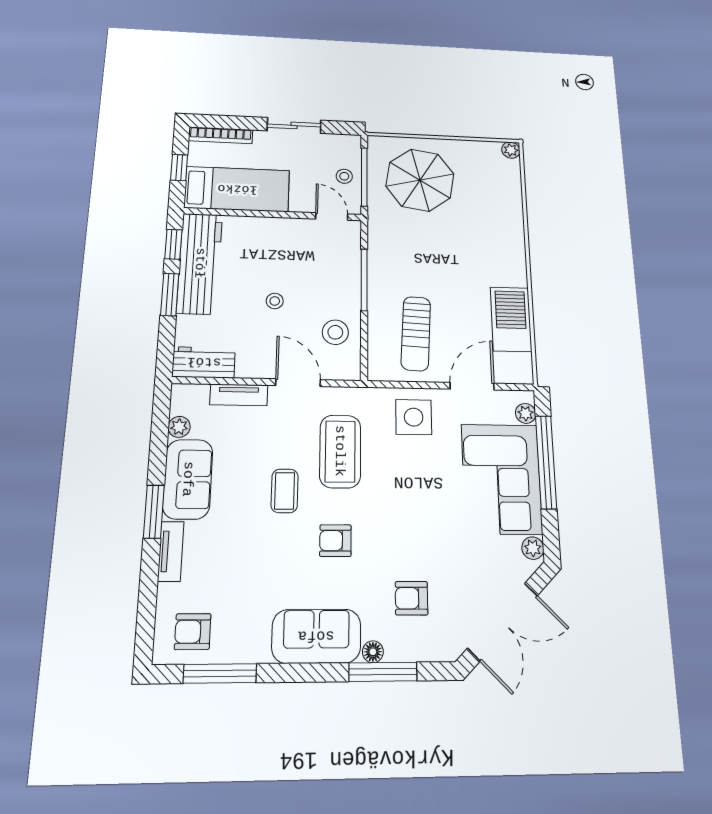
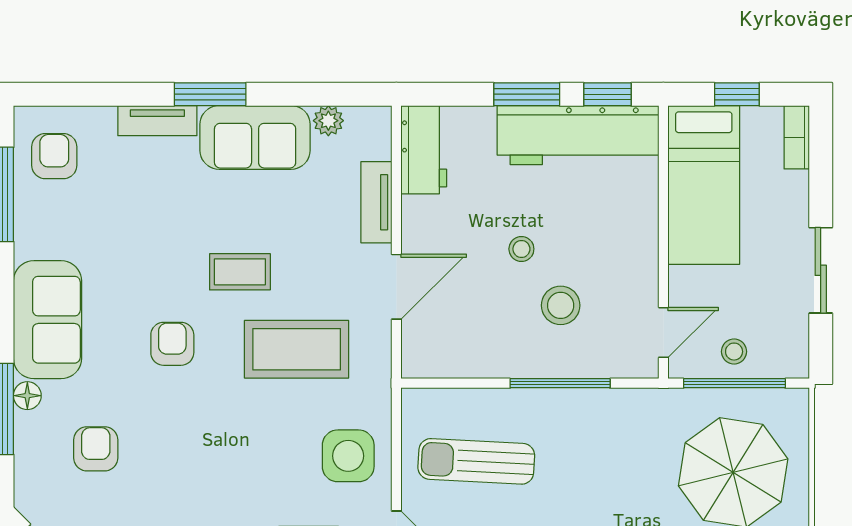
bookcase: (221, 135) -> (797, 137), width x0.64
stool: (335, 332) -> (561, 305), moved

